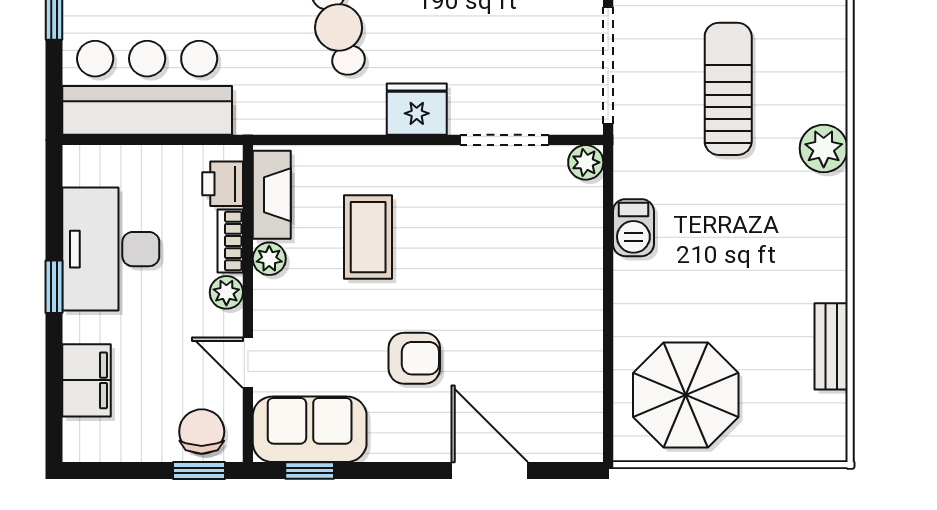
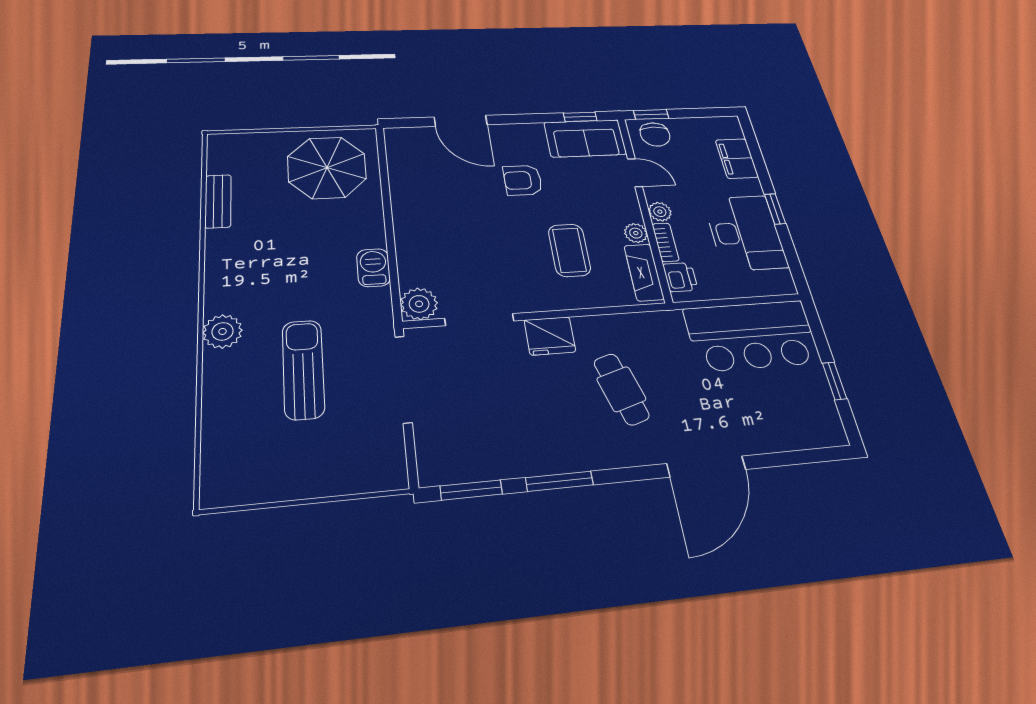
sun lounger: (728, 89) -> (303, 369), turned 180
plant: (586, 162) -> (419, 304), width x1.38, depth x1.38

